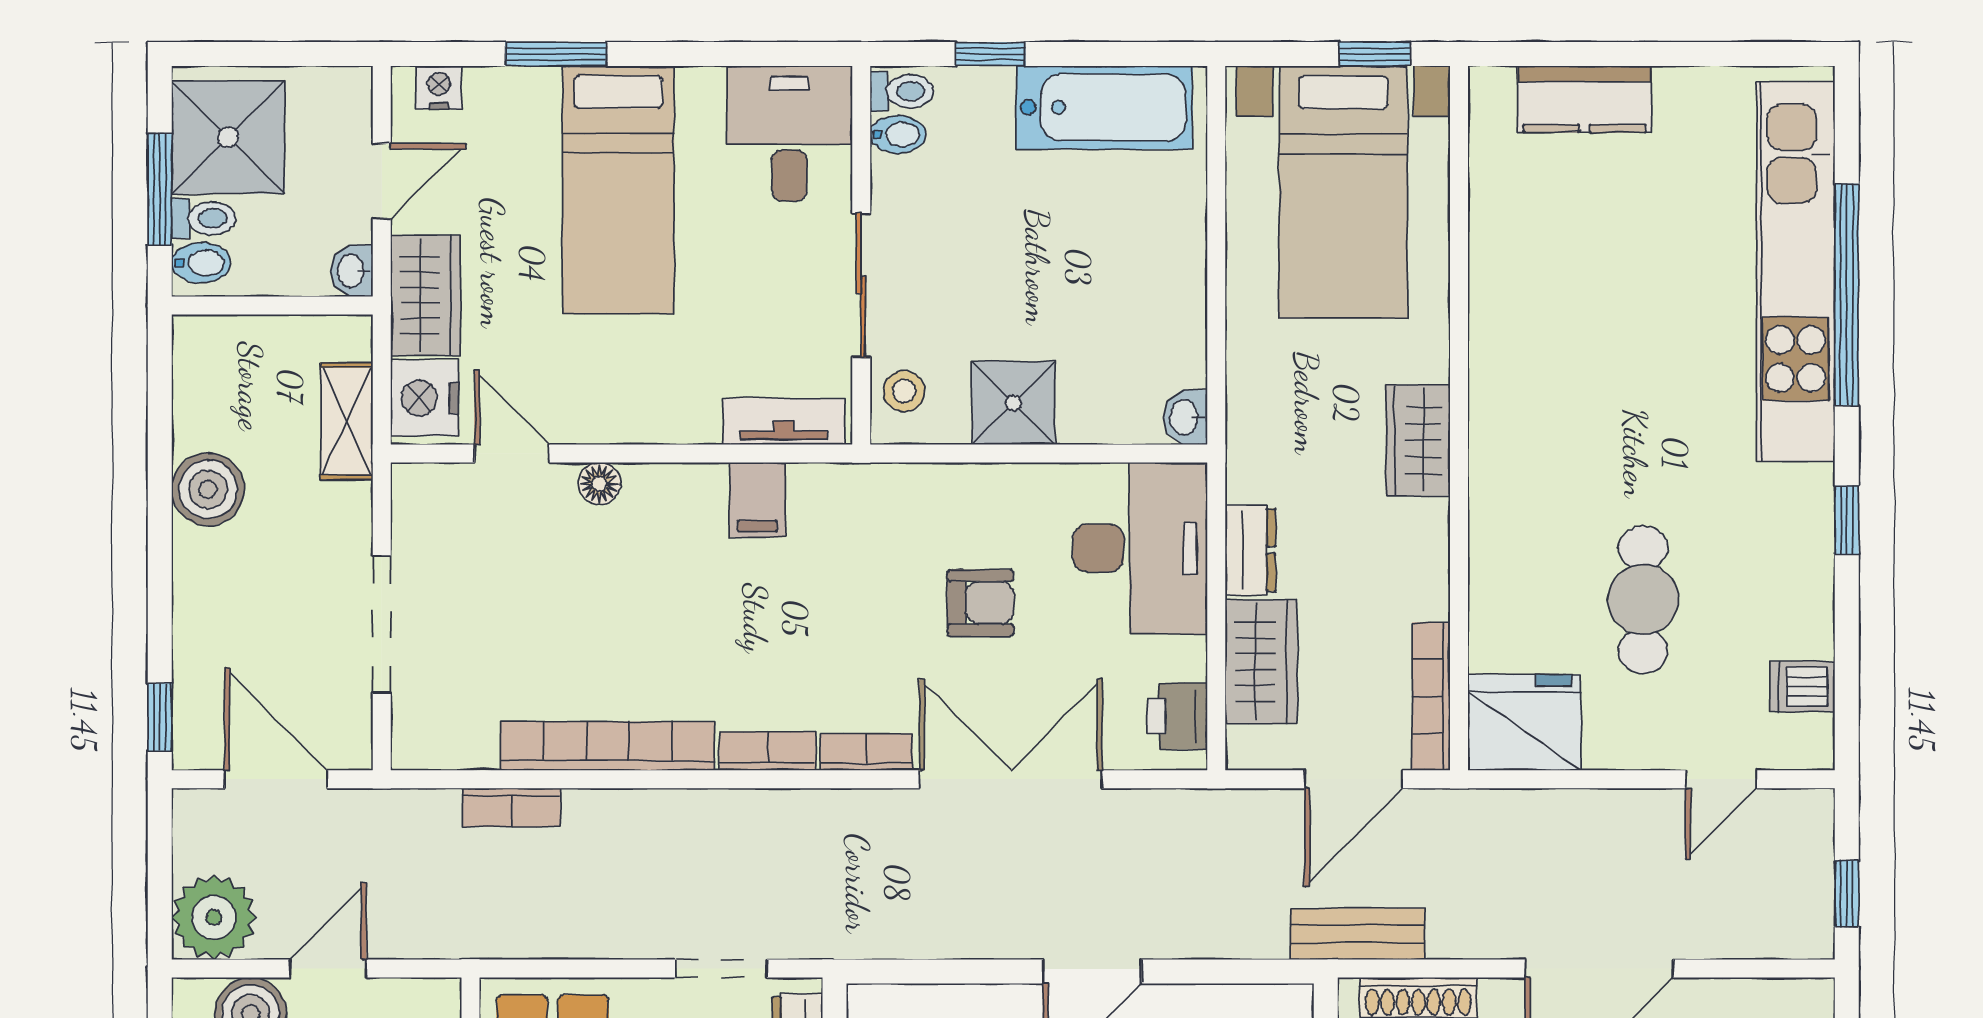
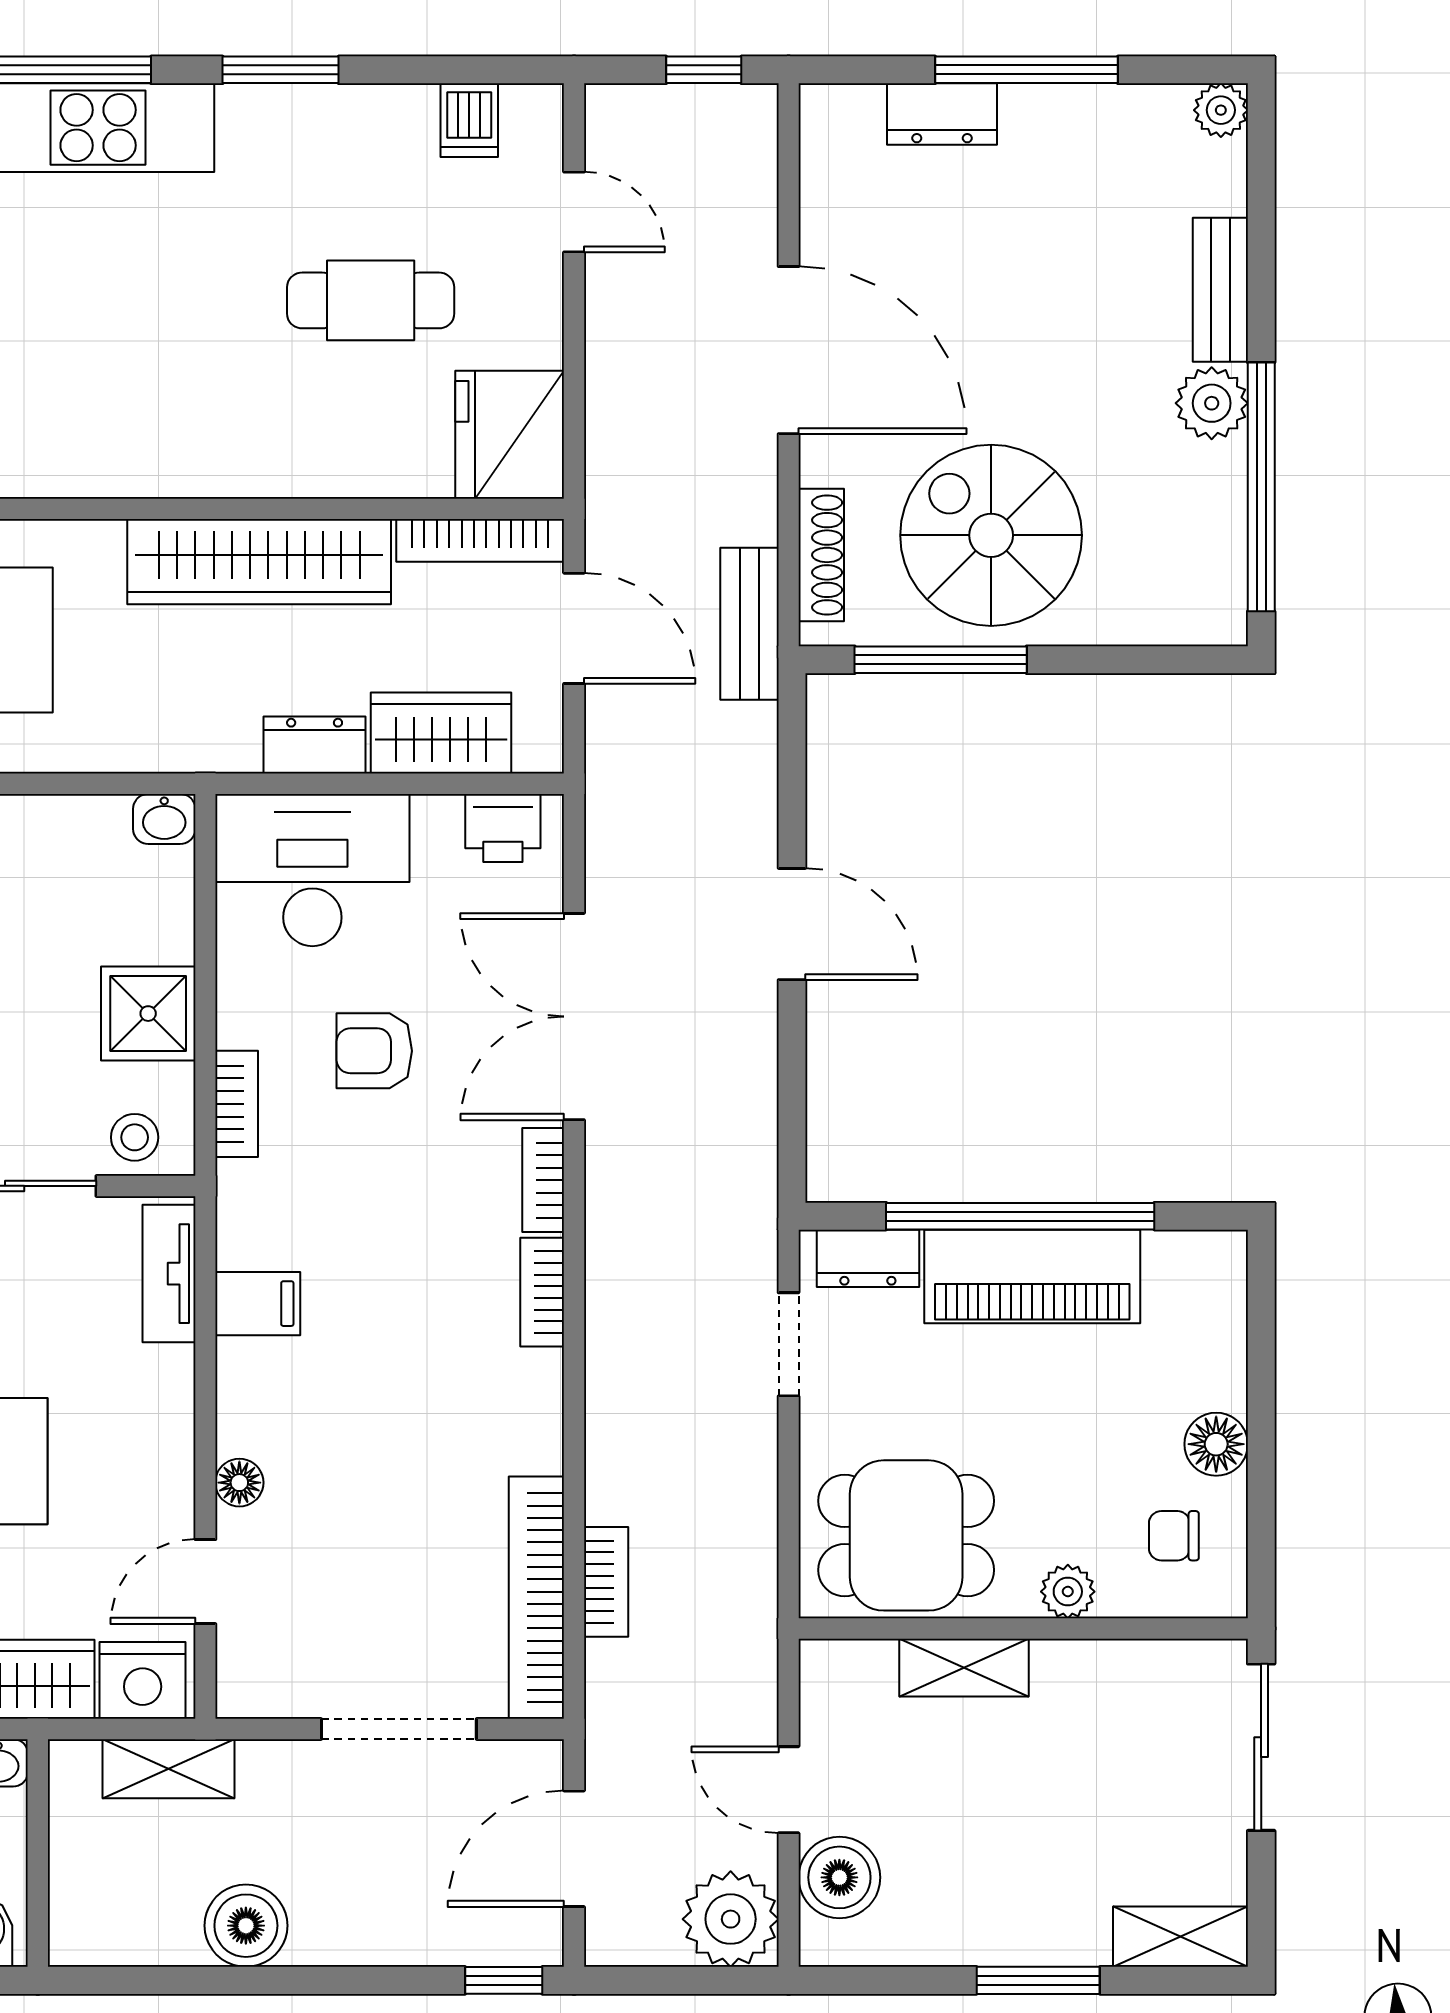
wardrobe: (1418, 440) -> (259, 562), width x2.10, depth x1.17
bookcase: (934, 481) -> (237, 1104), added
window: (1847, 520) -> (281, 70), width x1.50
armchair: (981, 603) -> (374, 1051), turned -90
bookcase: (607, 746) -> (536, 1598), moved

